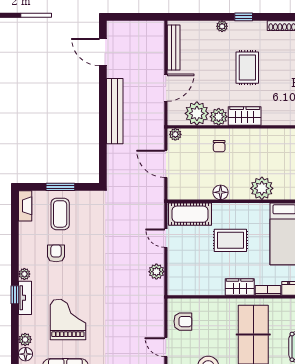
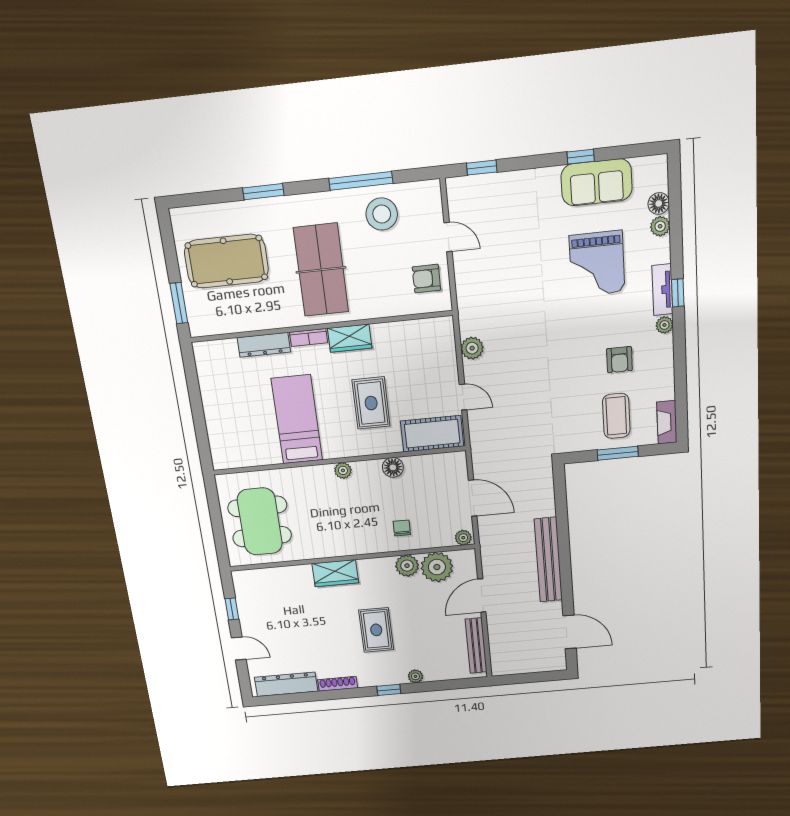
wardrobe: (245, 116) -> (335, 573), moved
plant: (262, 188) -> (343, 470), width x0.53, depth x0.53
rug: (230, 240) -> (371, 403), turned 90

